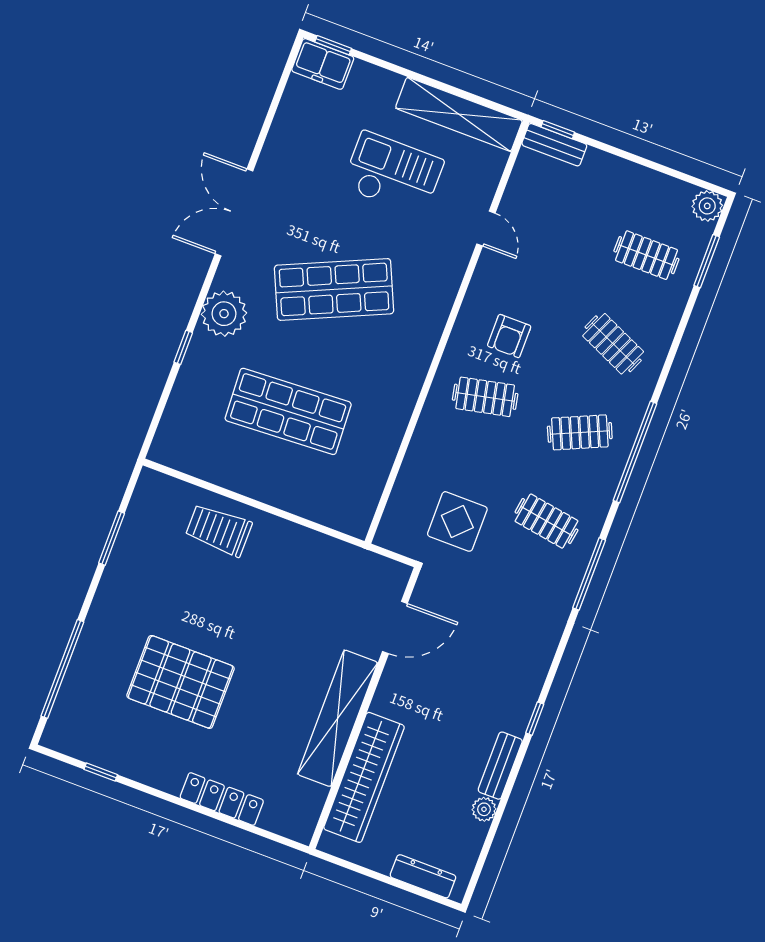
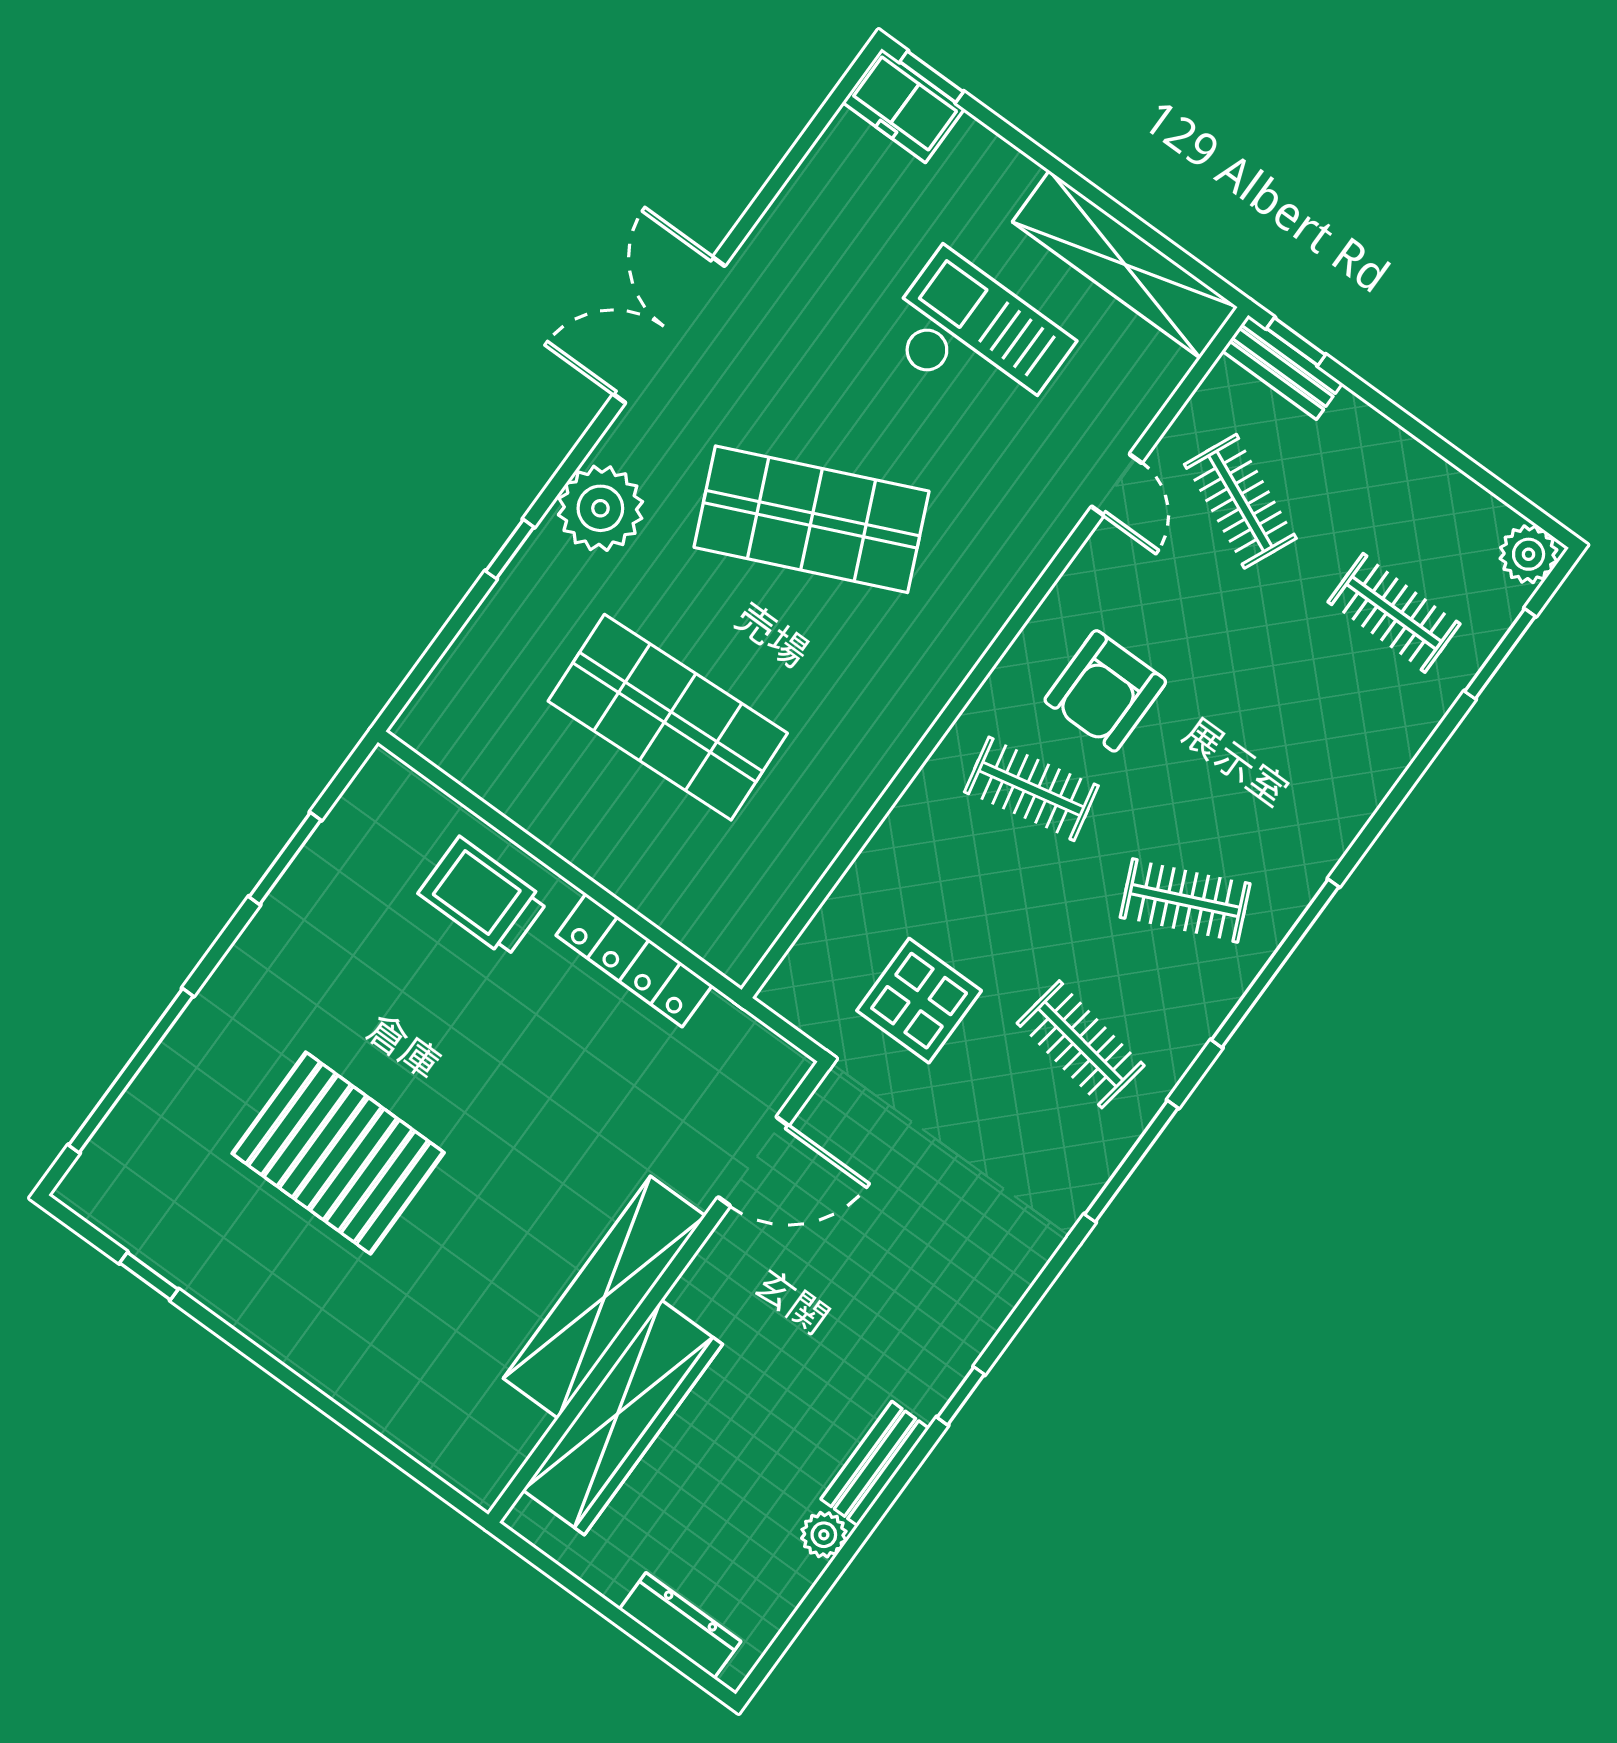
armchair: (509, 336) -> (1105, 691), width x1.38, depth x1.38
clothes rail: (613, 344) -> (1240, 501), moved
locker: (222, 799) -> (634, 960), moved, turned 180

